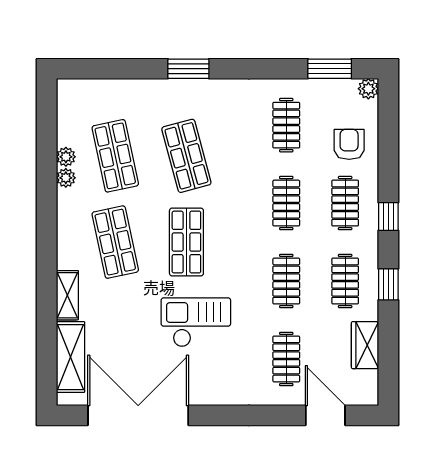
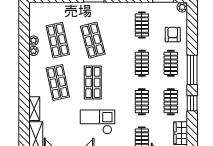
window: (388, 216) -> (192, 70), width x2.17

